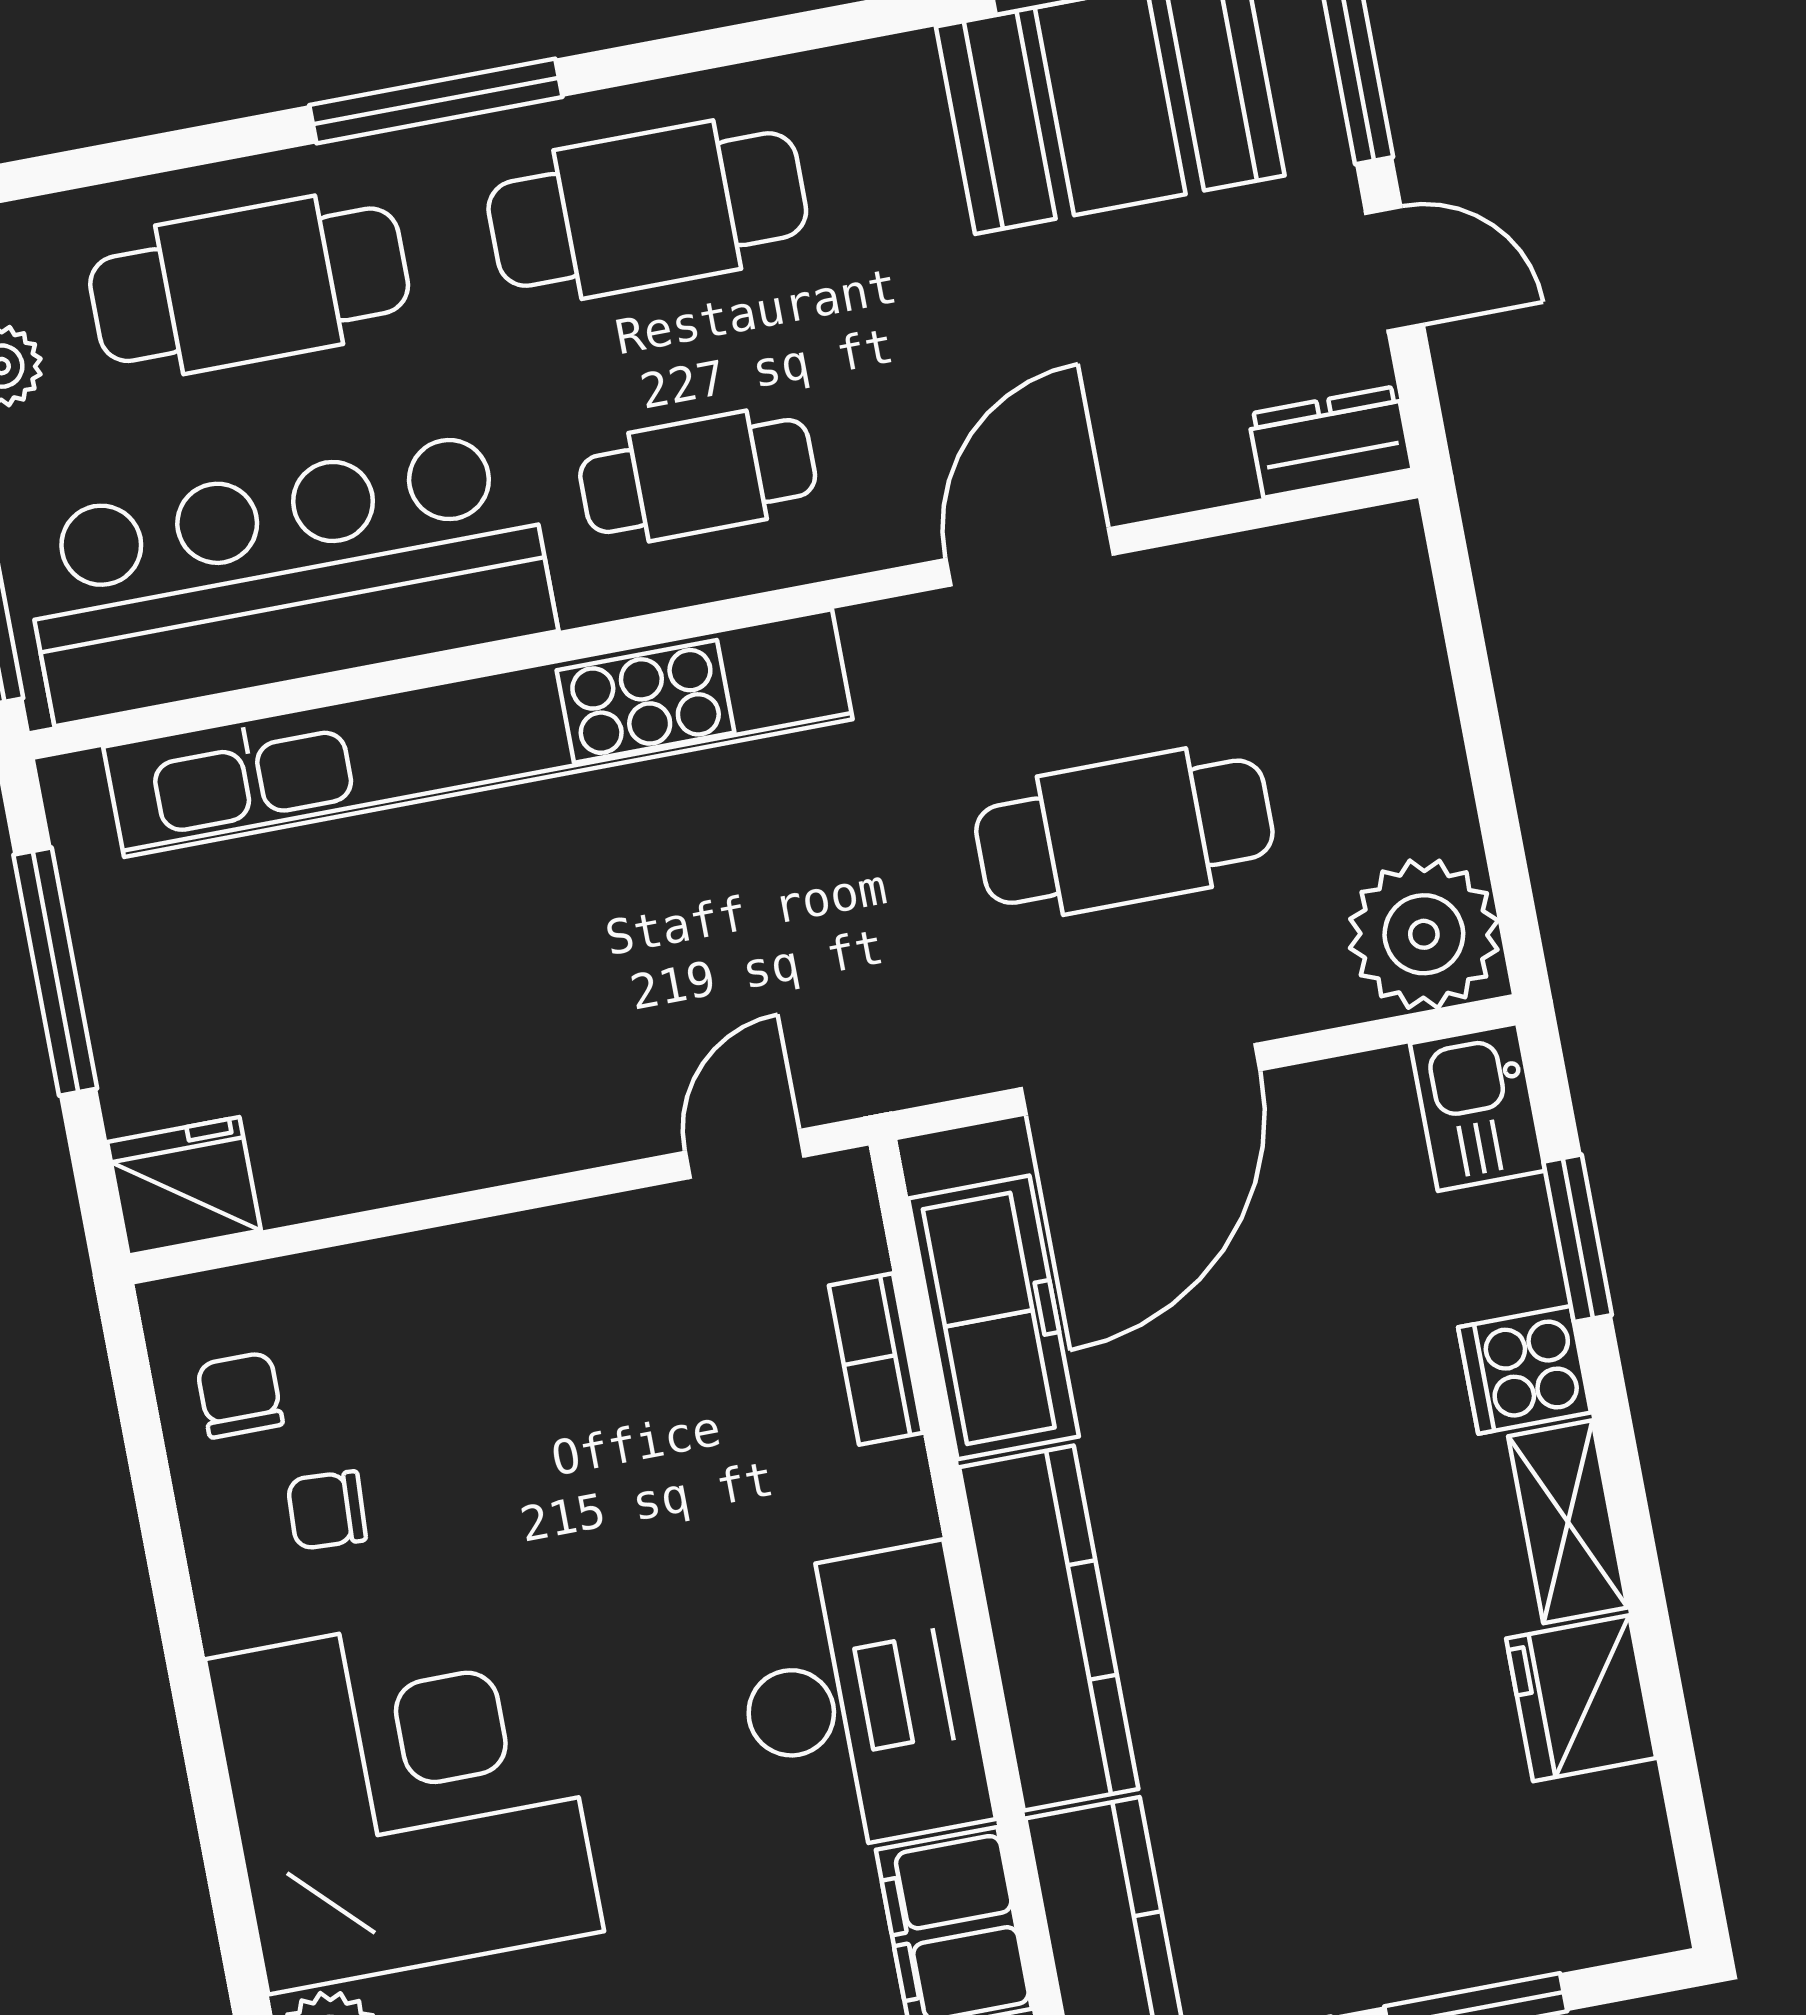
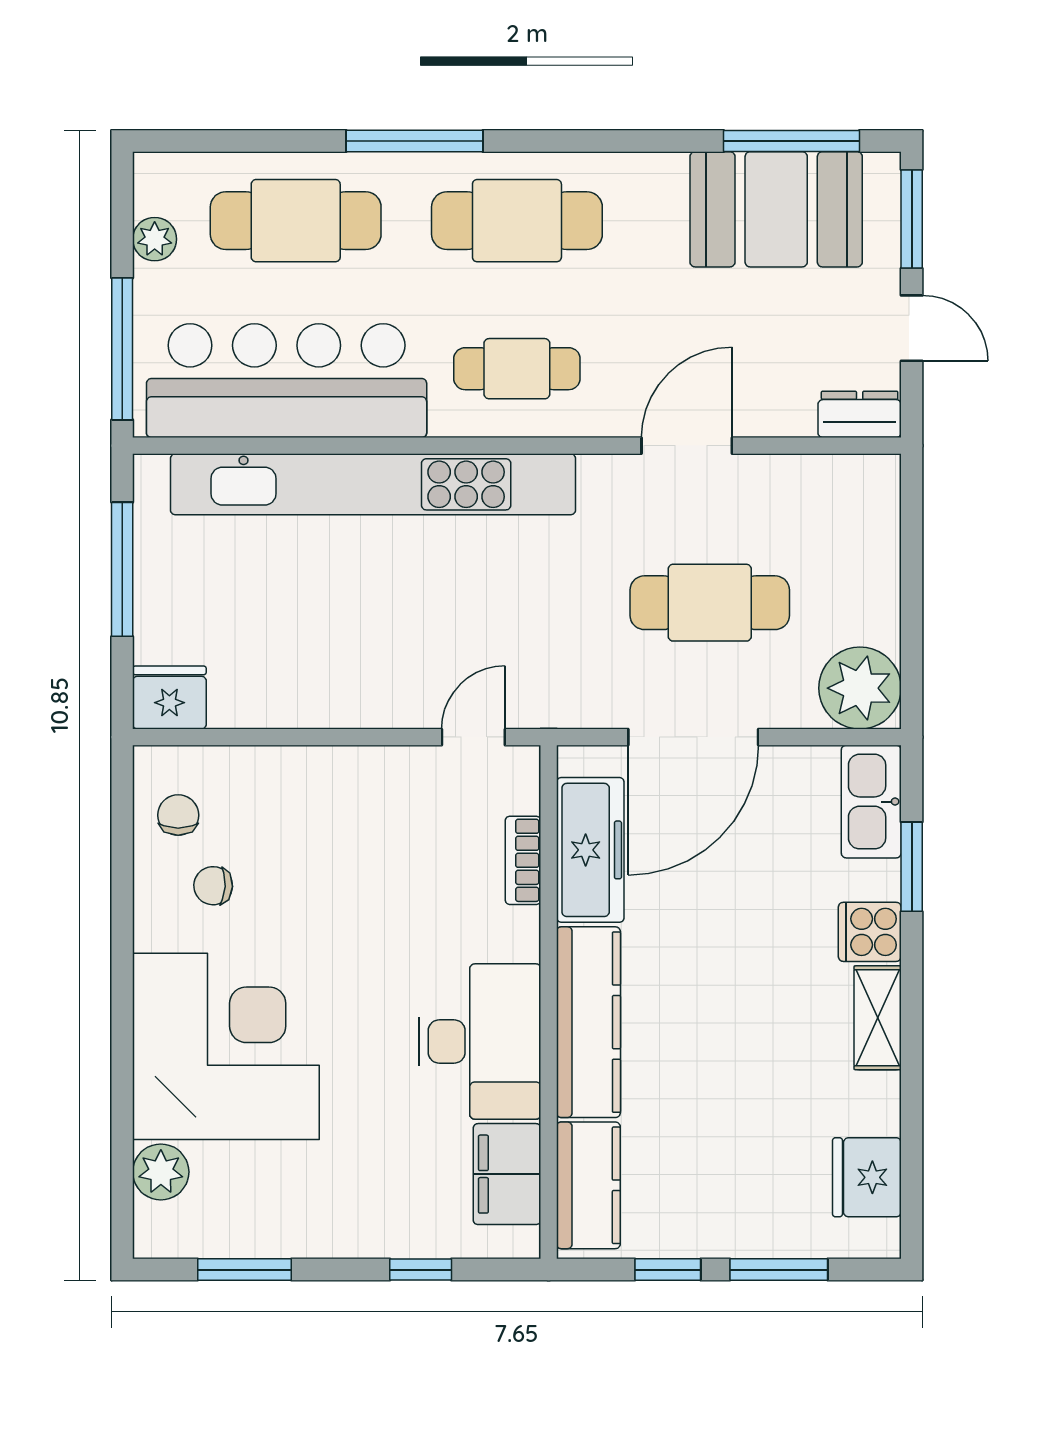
kitchen sink: (1478, 1107) -> (871, 802), width x1.38
fridge: (1581, 1698) -> (867, 1177), moved

